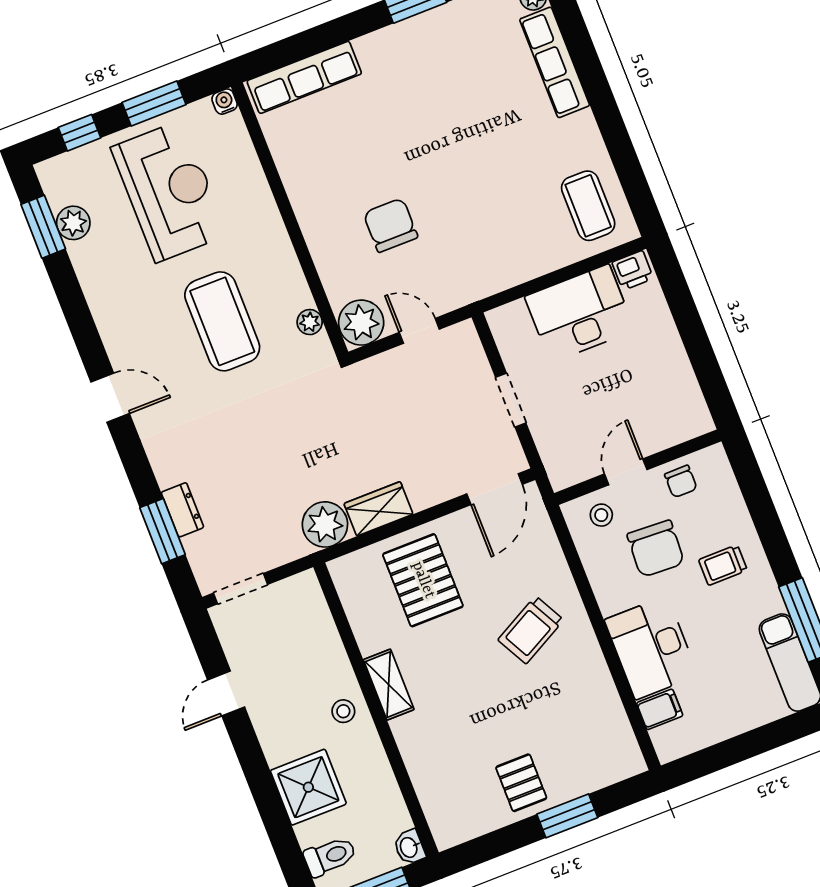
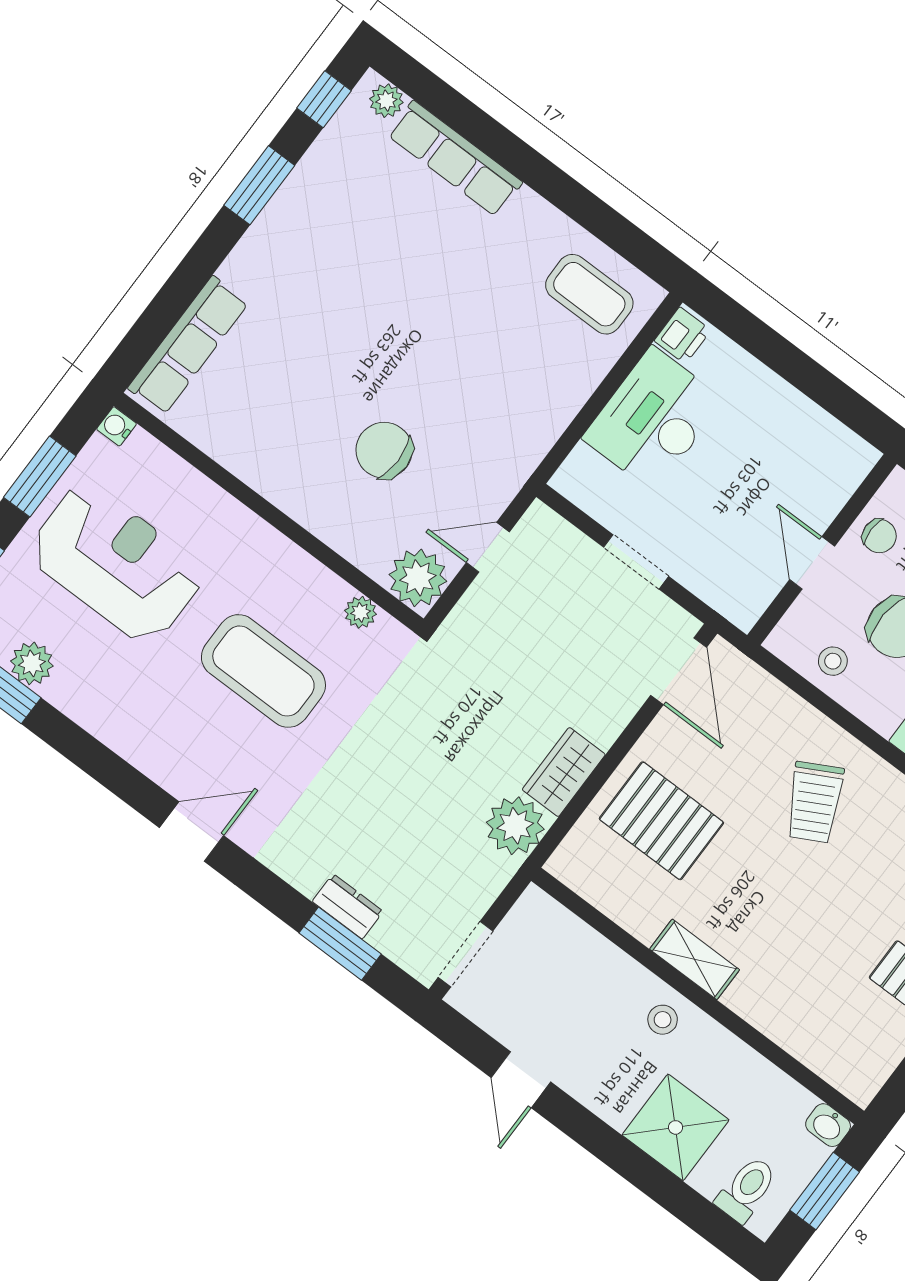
stool: (601, 515) -> (833, 661), moved

